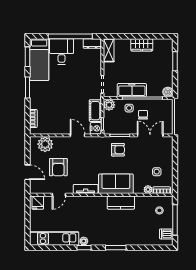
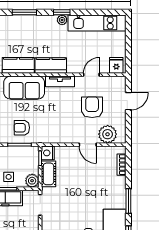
door: (78, 135) -> (88, 145), moved
door: (28, 172) -> (128, 101), swing flipped
kitchen counter: (93, 203) -> (51, 65), added

